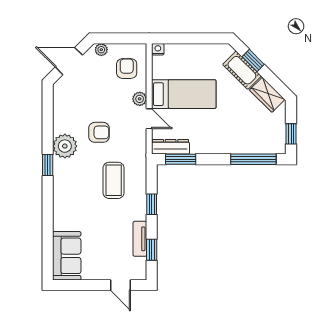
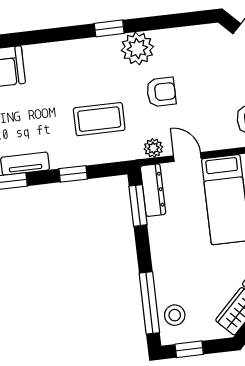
plant: (140, 99) -> (153, 148), moved
door: (149, 119) -> (187, 157), swing flipped
armchair: (99, 132) -> (161, 92), turned -90
stool: (265, 142) -> (175, 315), added

